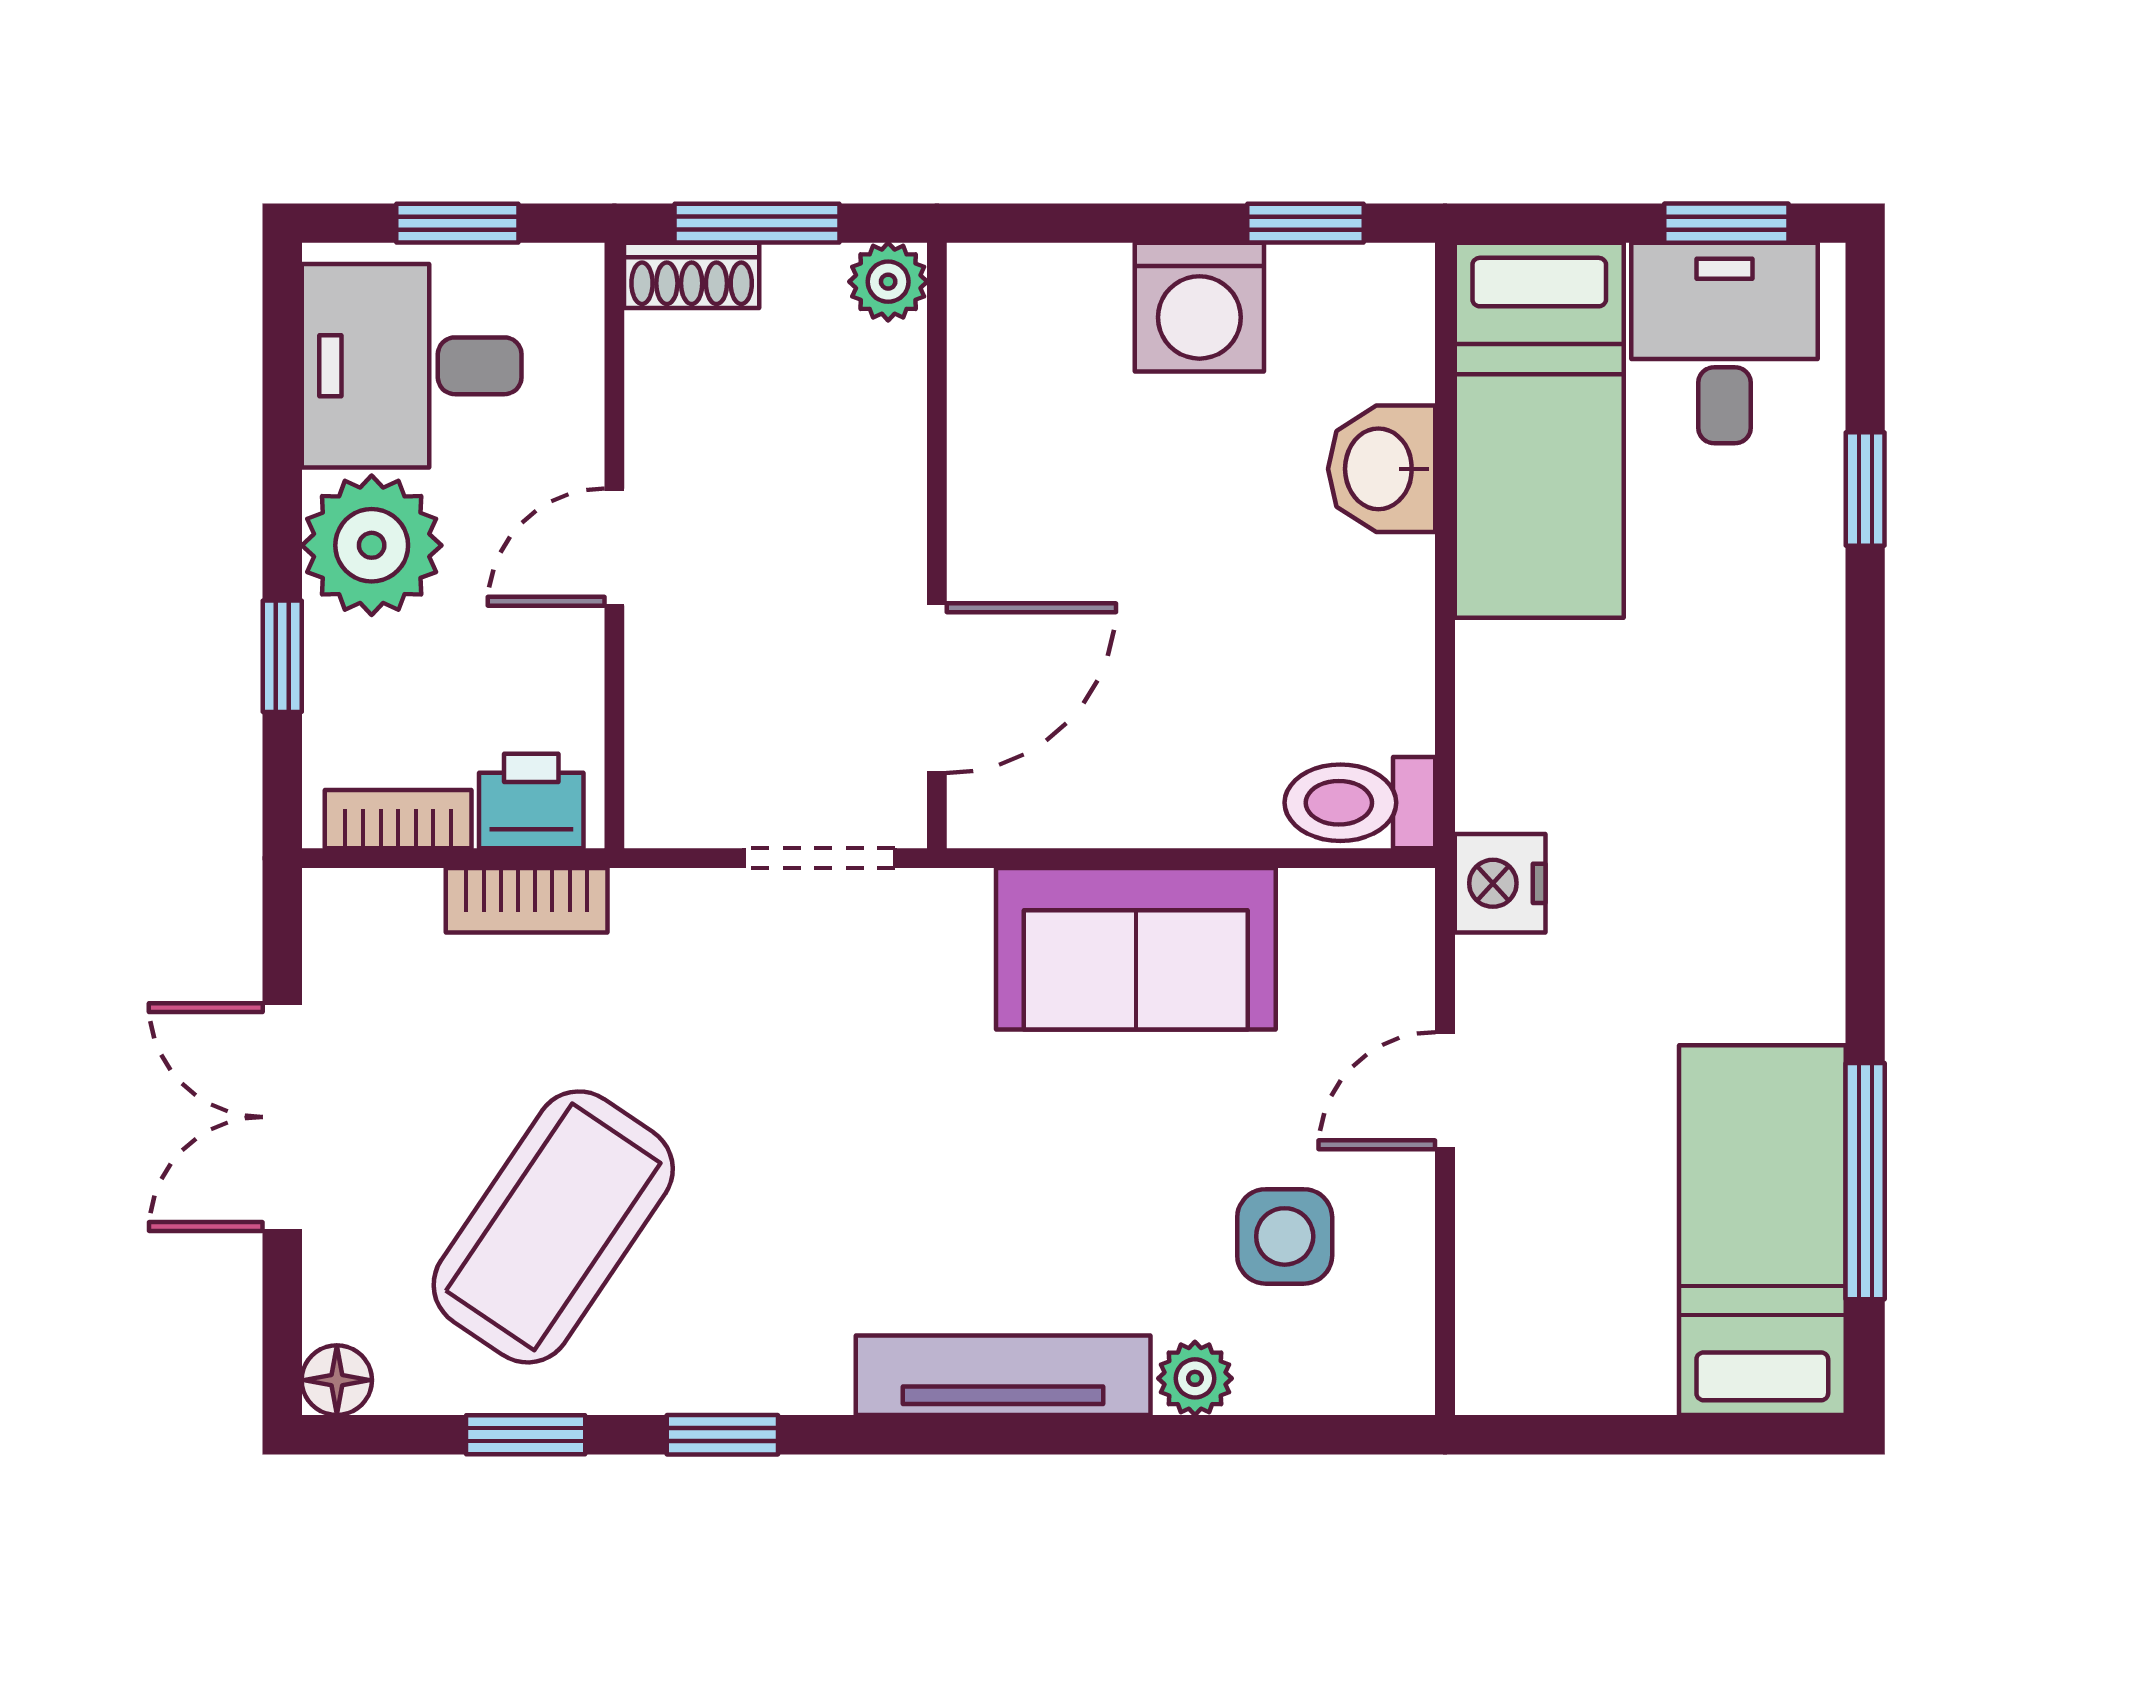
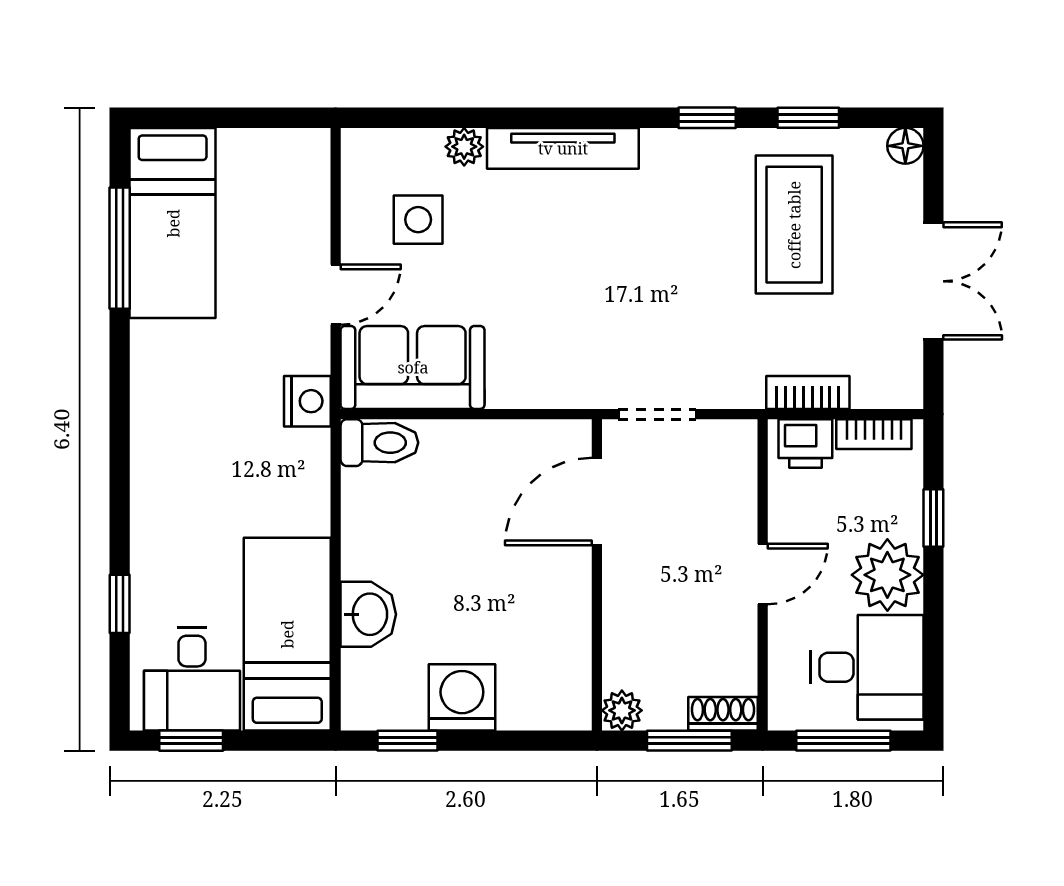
window: (457, 223) -> (843, 741), width x1.50
sofa: (1136, 949) -> (413, 367), moved
coffee table: (553, 1227) -> (794, 225), turned -34

